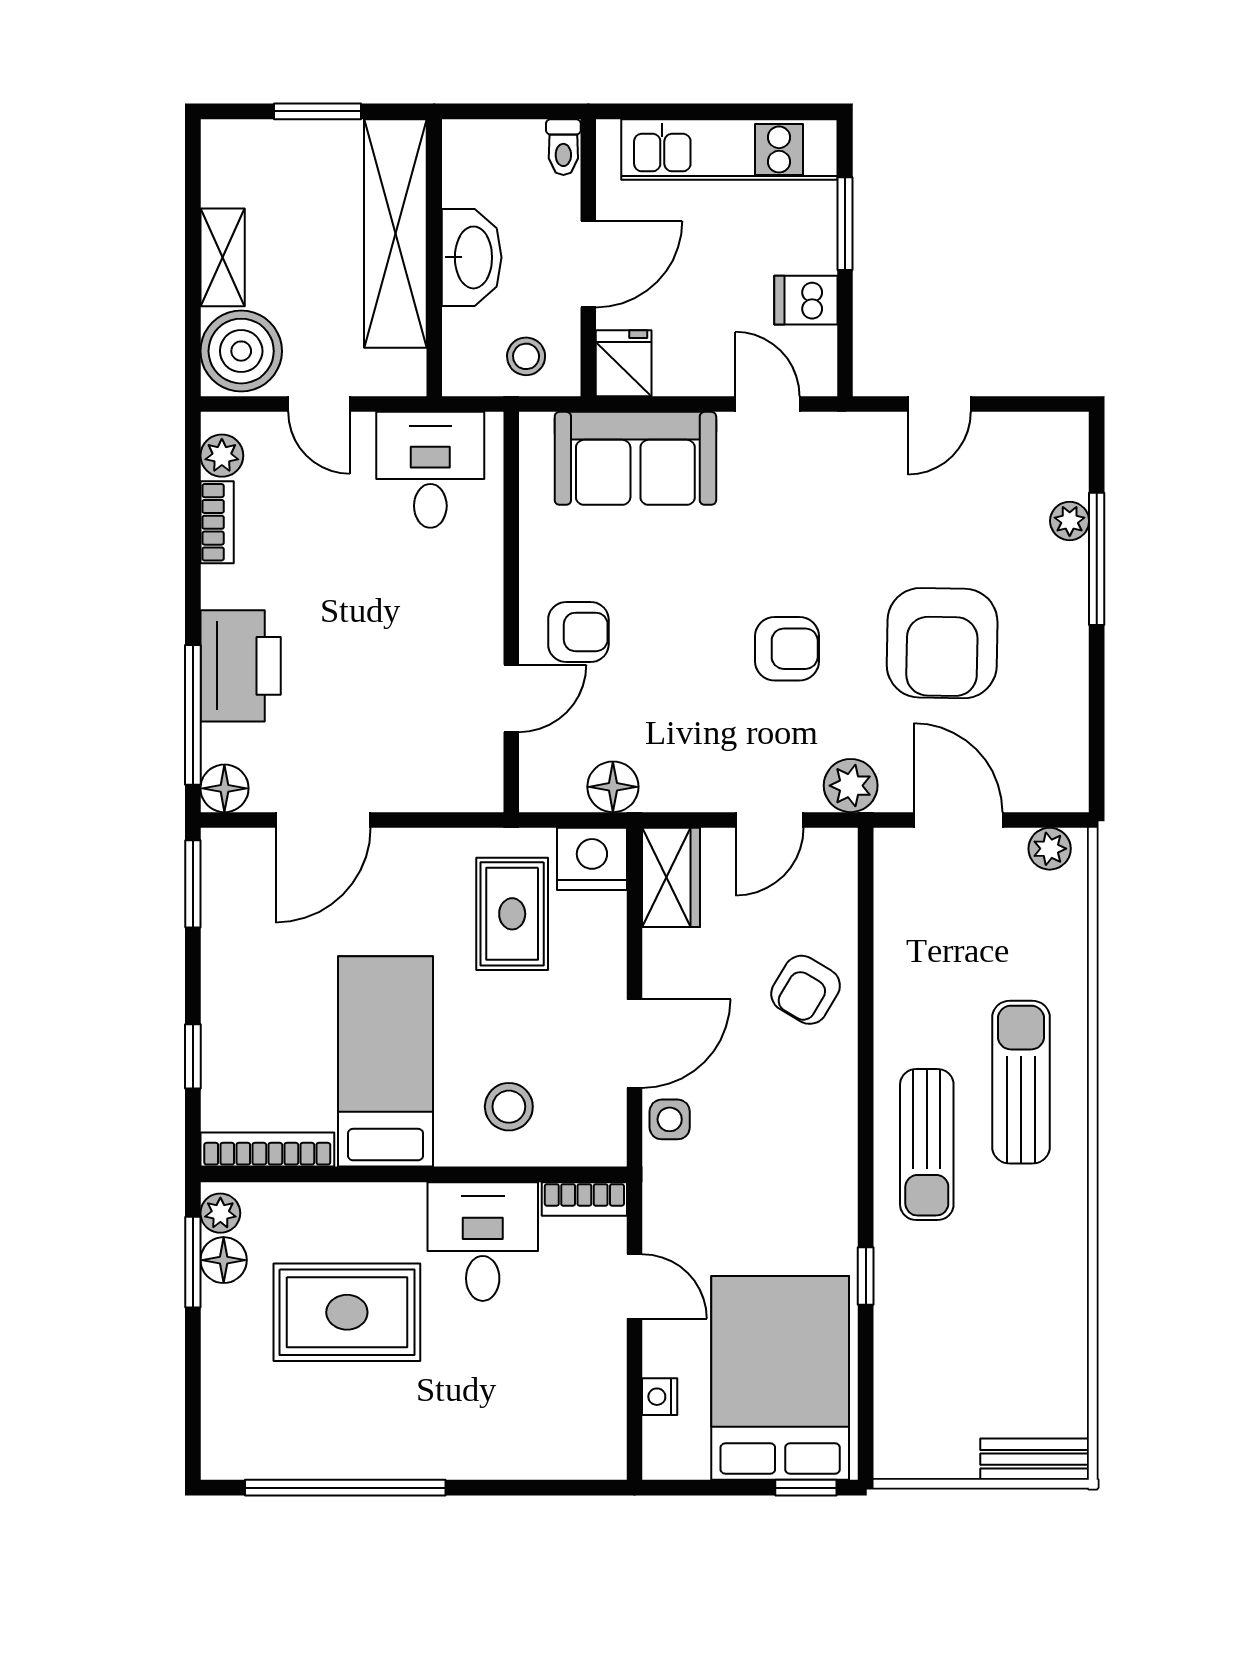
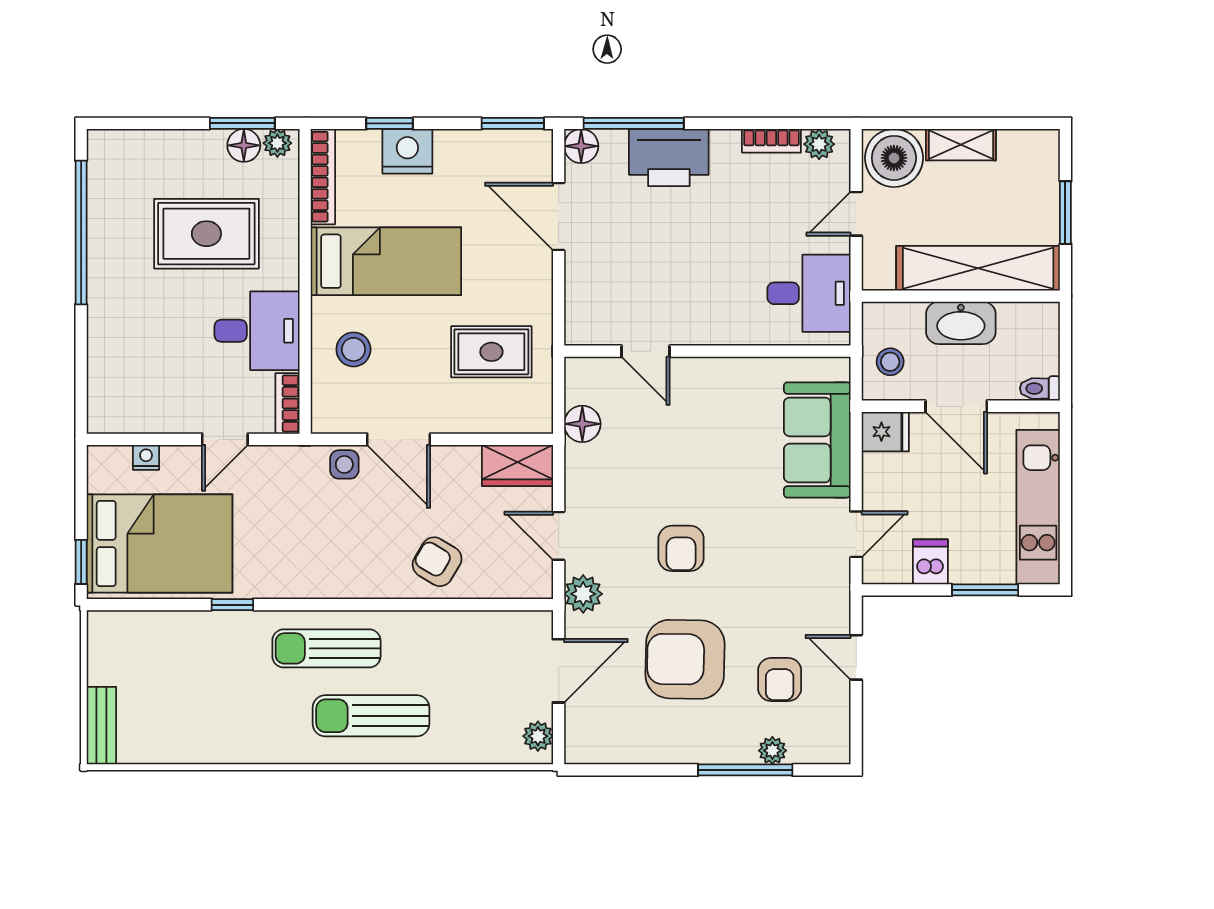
armchair: (578, 632) -> (780, 679), moved
nightstand: (592, 859) -> (407, 151), moved, turned -90
sun lounger: (1021, 1082) -> (371, 716), turned 180
rug: (347, 1312) -> (206, 234), turned 90

